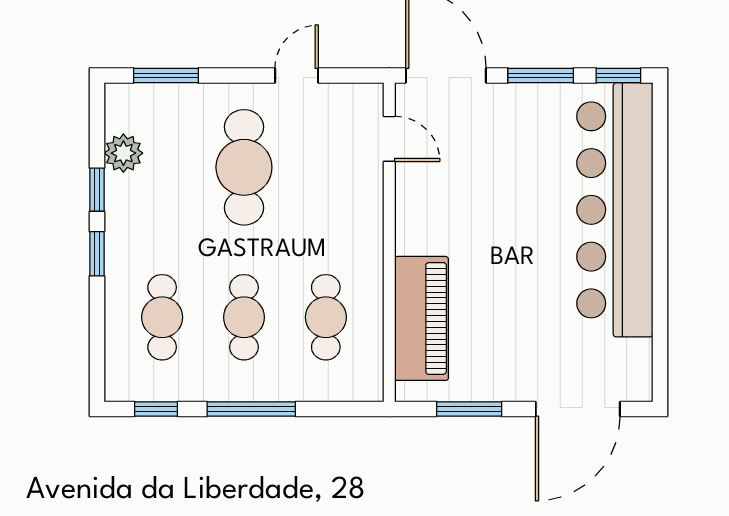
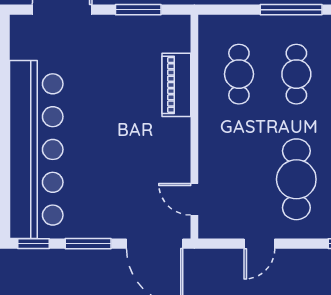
piano: (422, 318) -> (176, 85), width x0.73, depth x0.75

